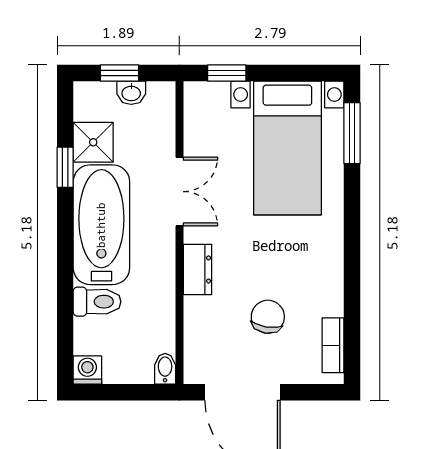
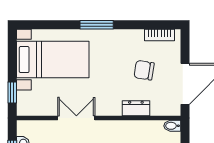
window: (352, 133) -> (97, 25), moved
dresser: (197, 269) -> (136, 108), moved

